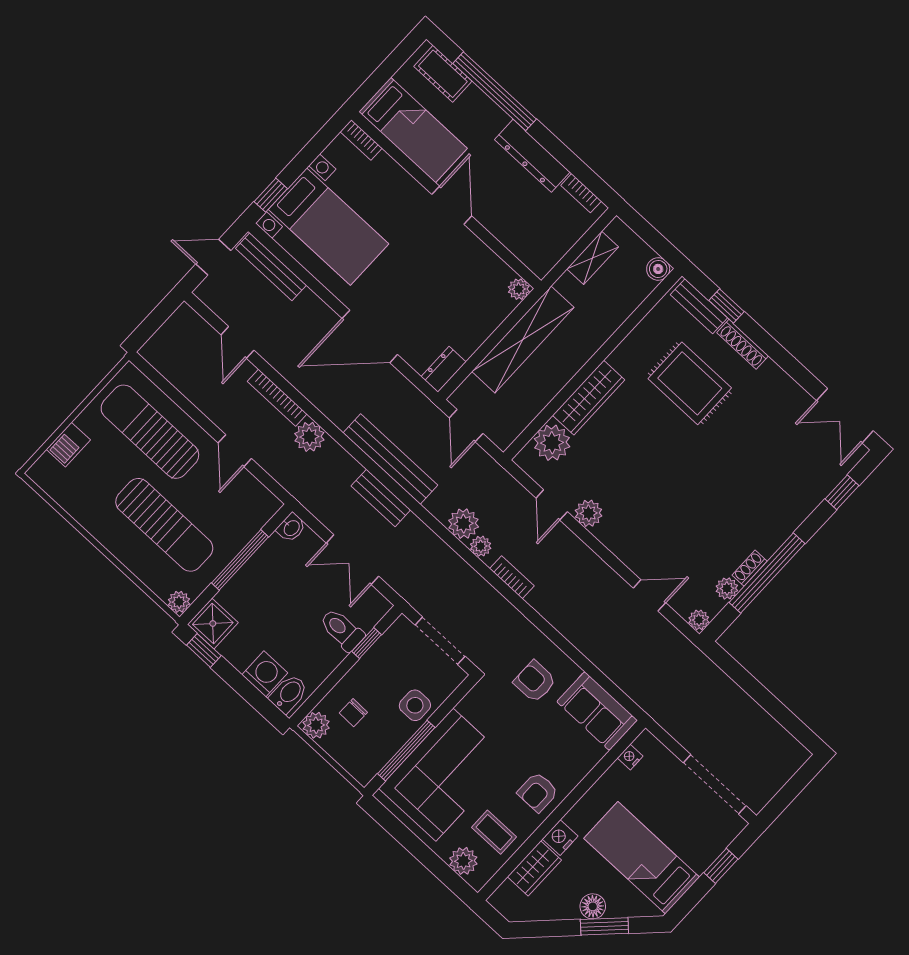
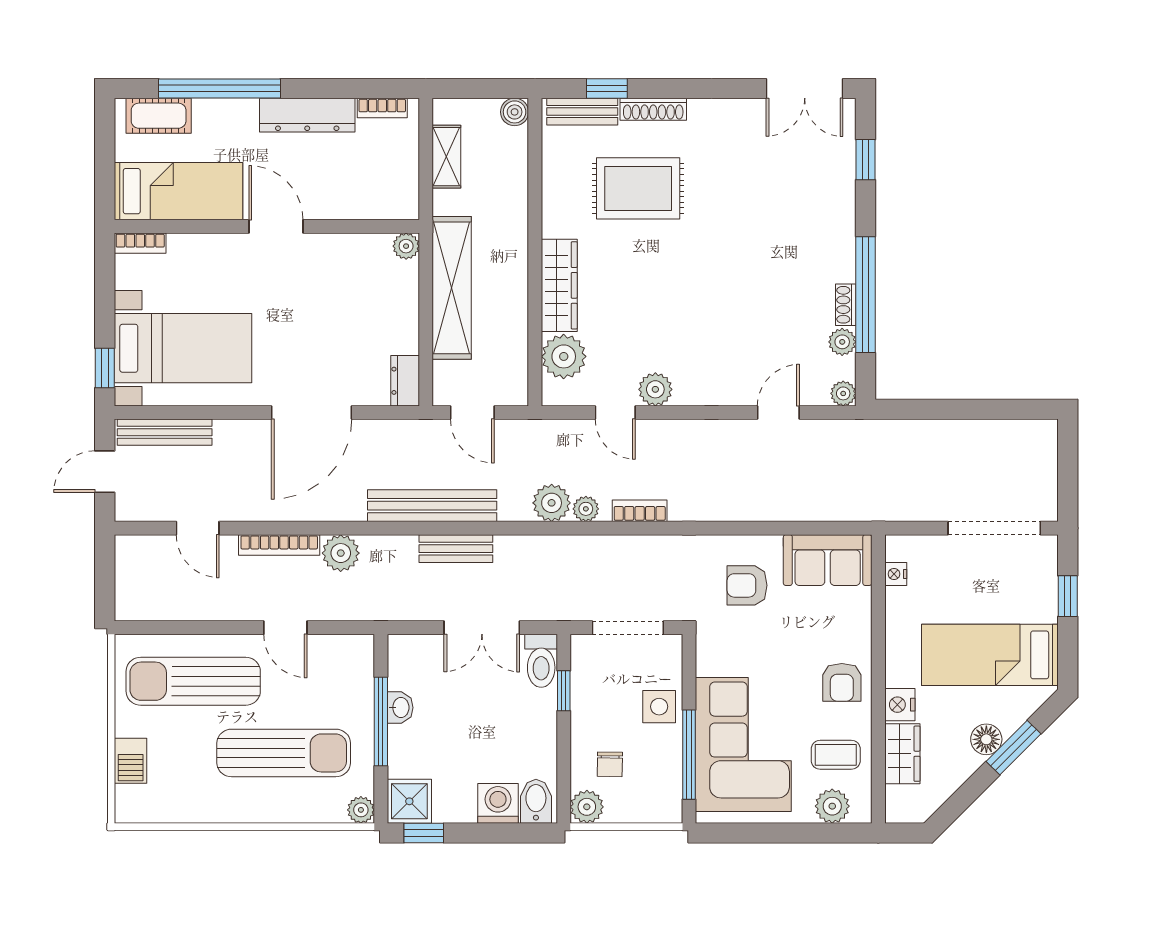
washbasin: (291, 528) -> (400, 708), moved
toilet: (342, 630) -> (541, 661), moved, turned -90

